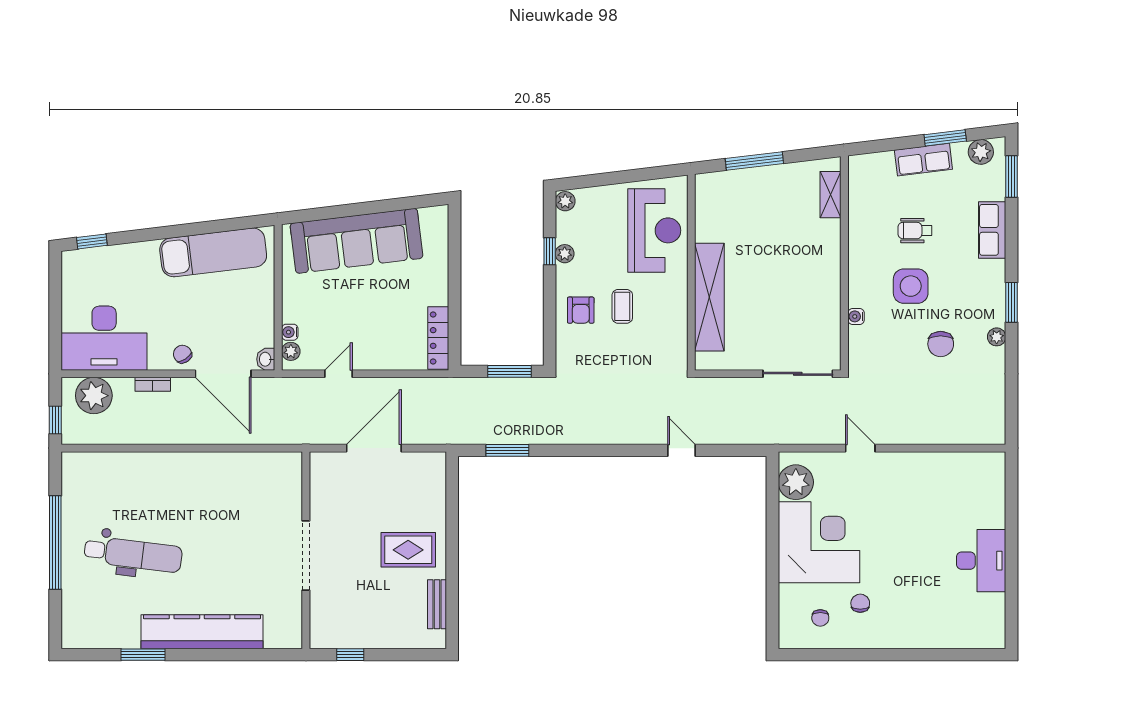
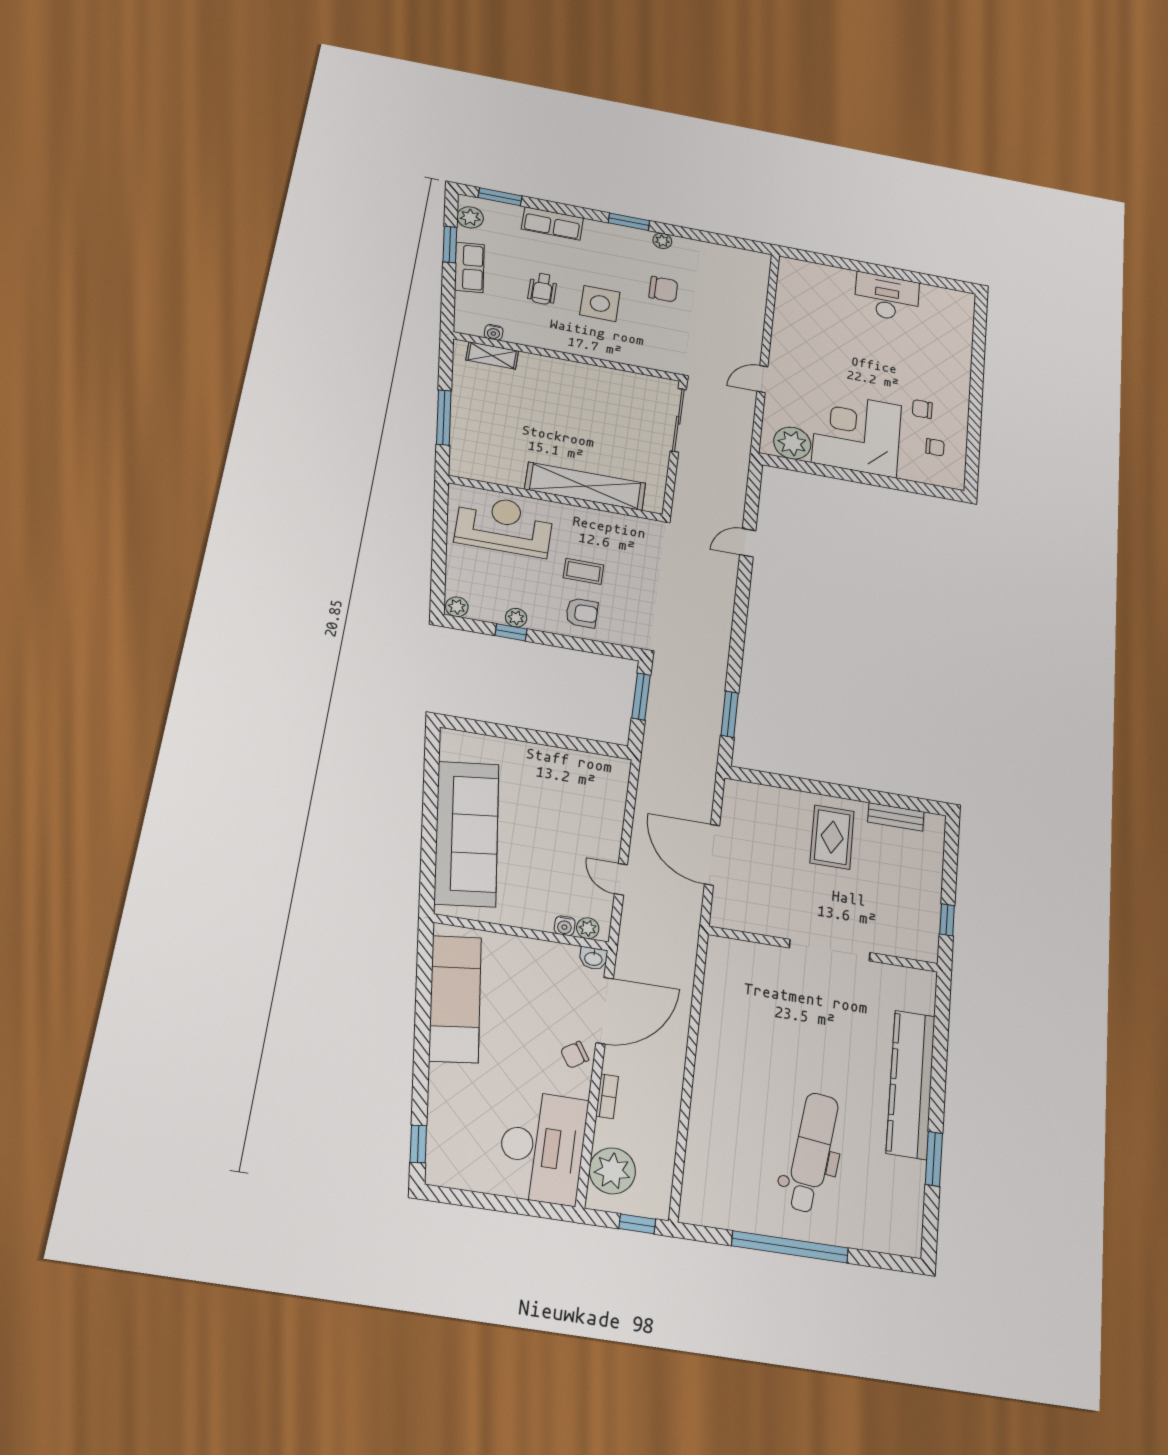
water cooler: (856, 316) -> (494, 332), moved
locker: (438, 338) -> (593, 764), removed

